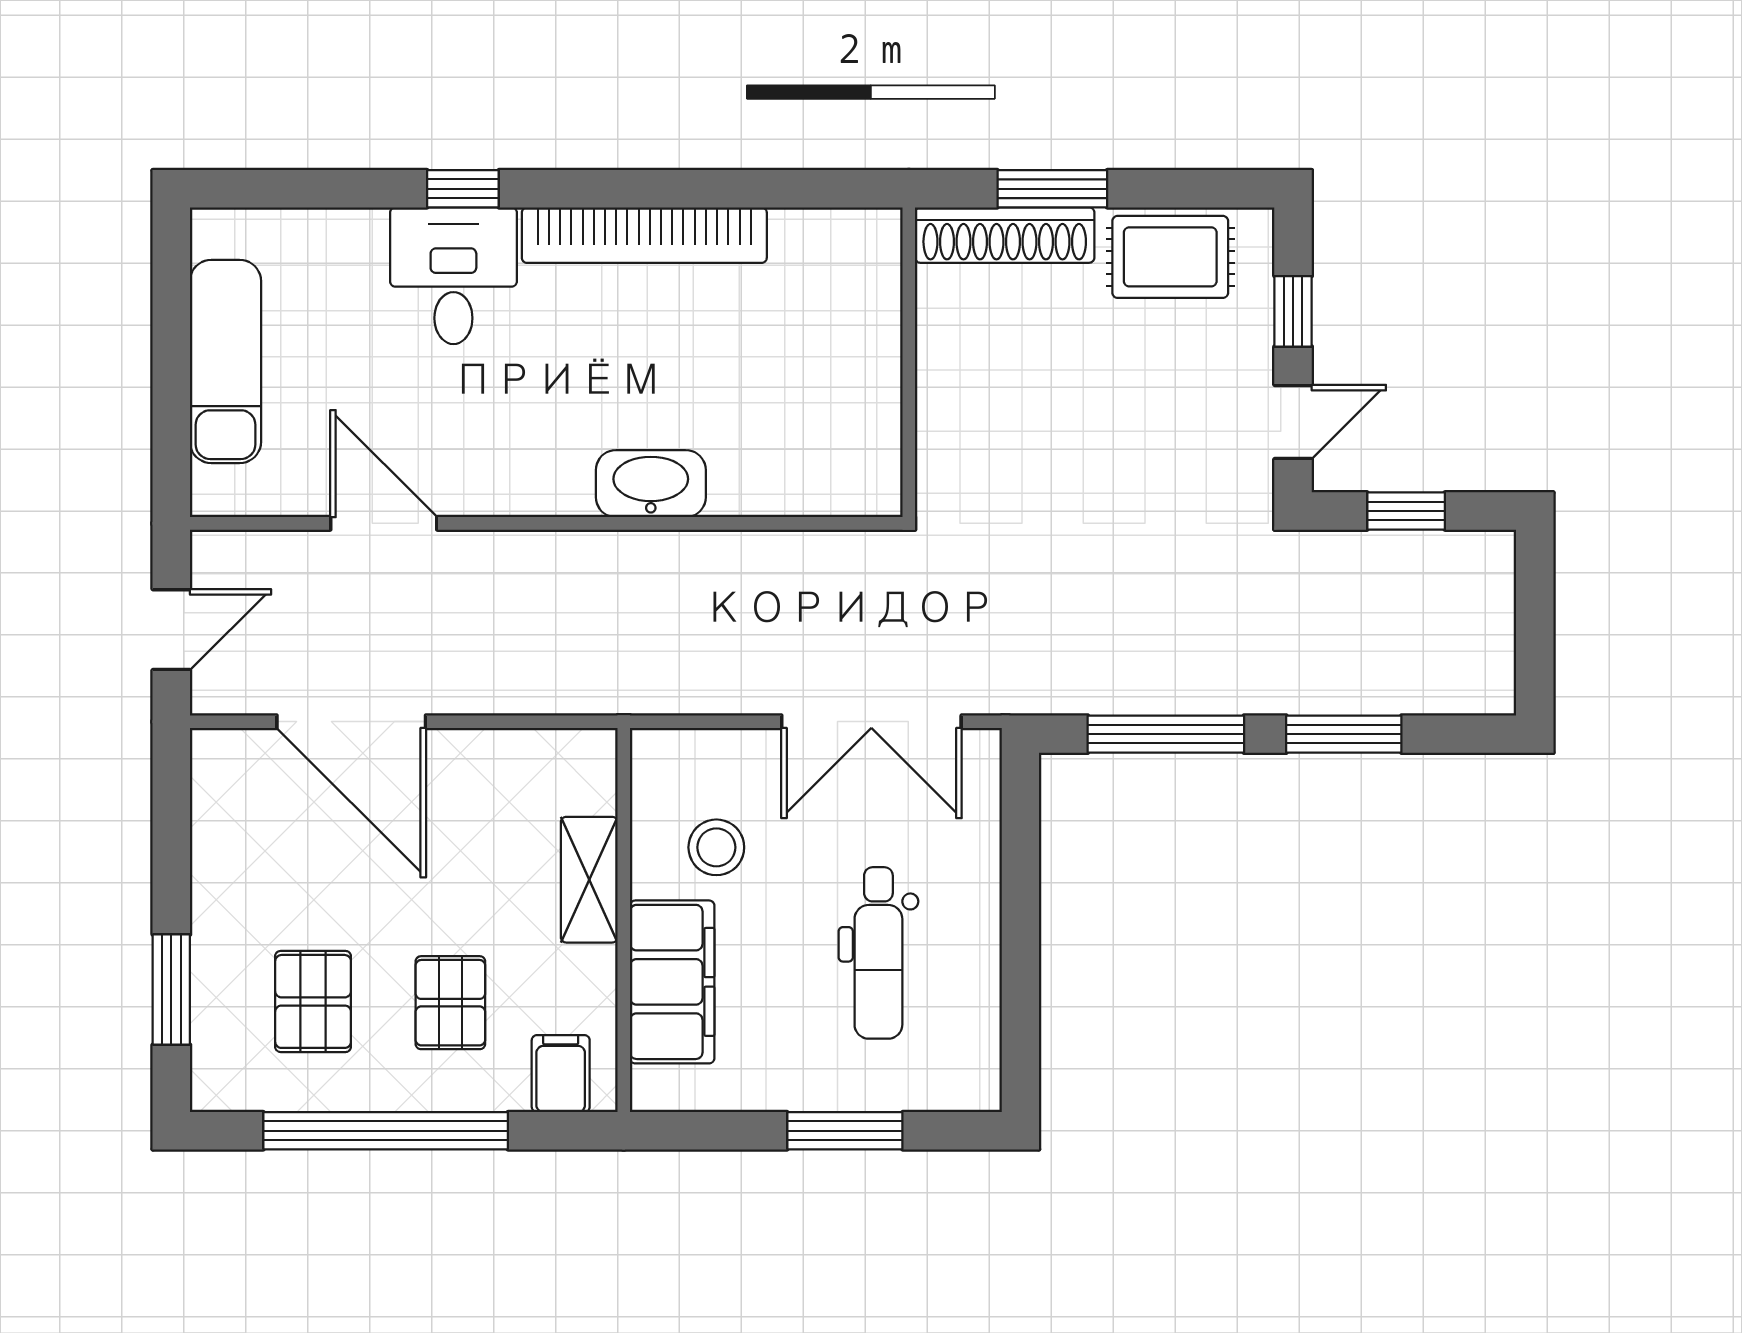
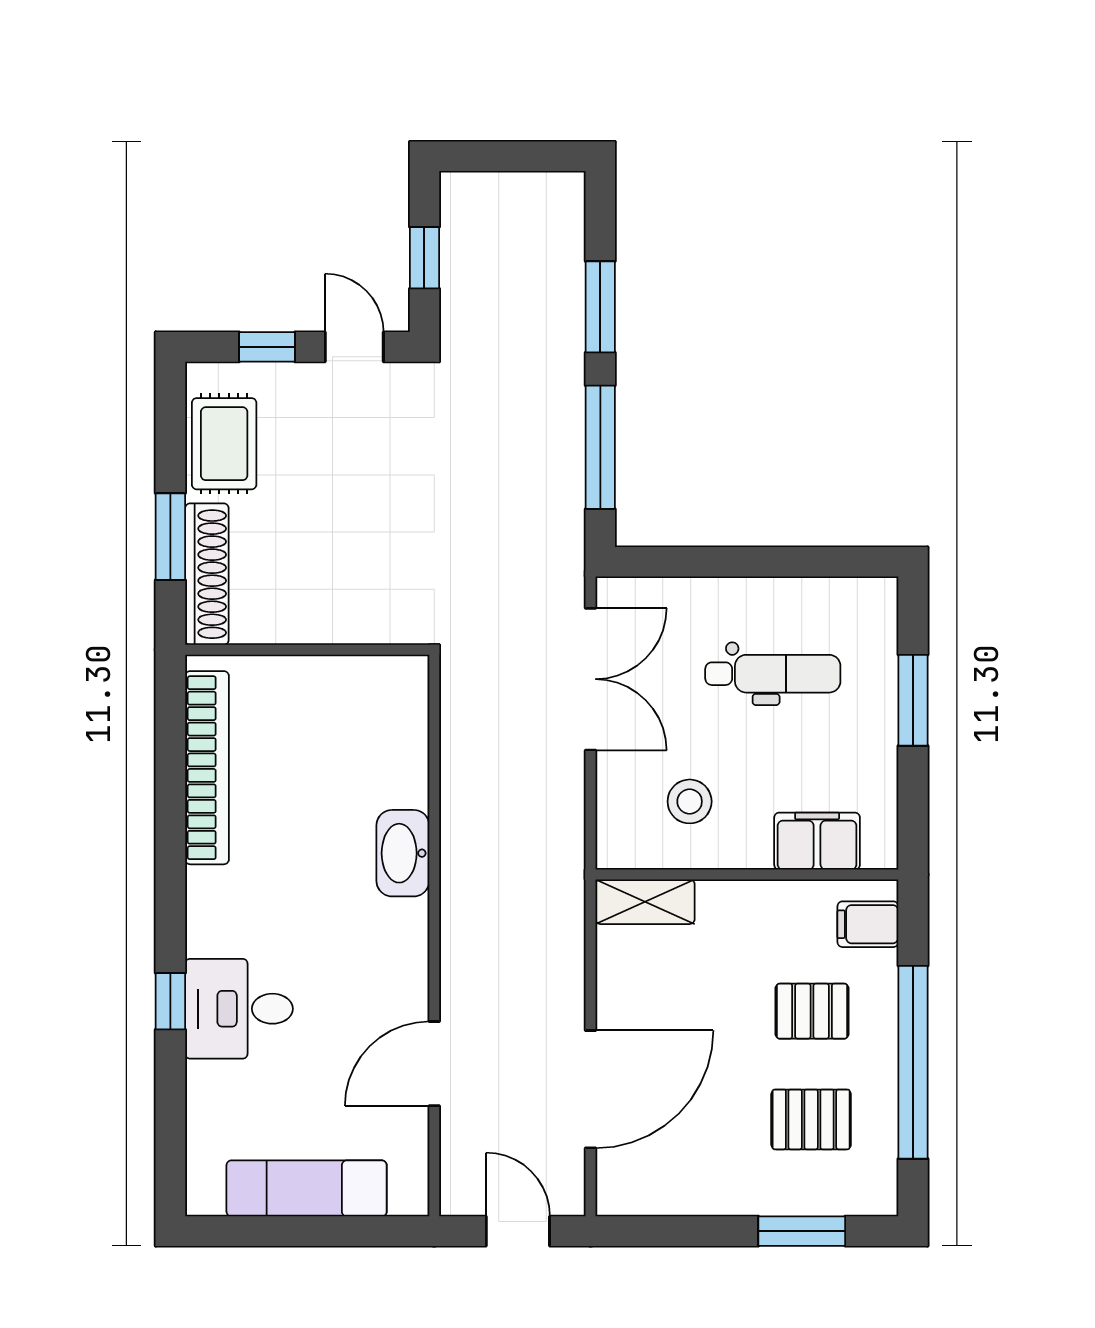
bookcase: (644, 235) -> (207, 768), moved
shelving: (589, 880) -> (645, 902), moved
filing cabinet: (672, 982) -> (817, 841), width x0.67, depth x0.86

